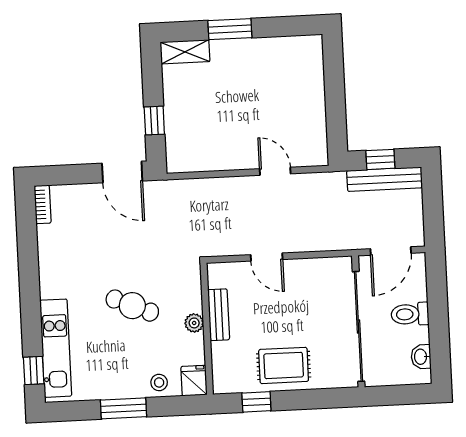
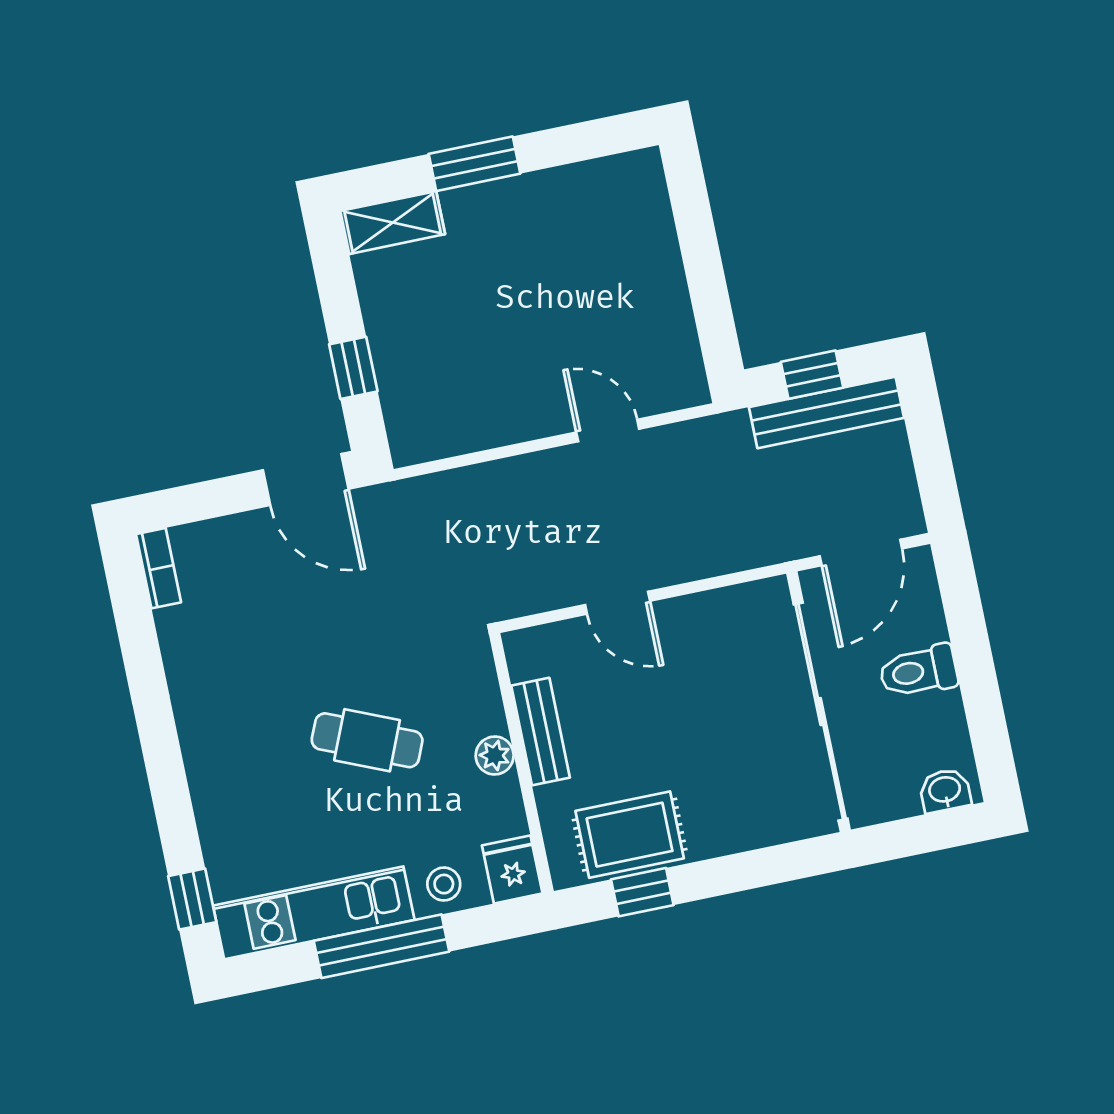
kitchen unit: (56, 348) -> (314, 913), moved, turned -90
washbasin: (421, 357) -> (945, 790), moved, turned 90
rug: (284, 365) -> (630, 835), moved
window: (123, 408) -> (381, 946), width x1.44

